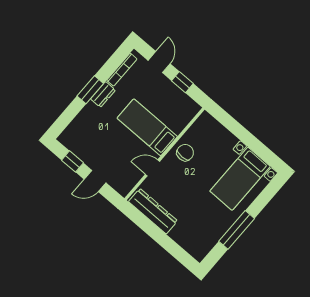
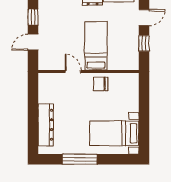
chair: (185, 153) -> (101, 84), turned 180
door: (95, 181) -> (33, 42), hinge flipped
dresser: (153, 211) -> (46, 125), moved

